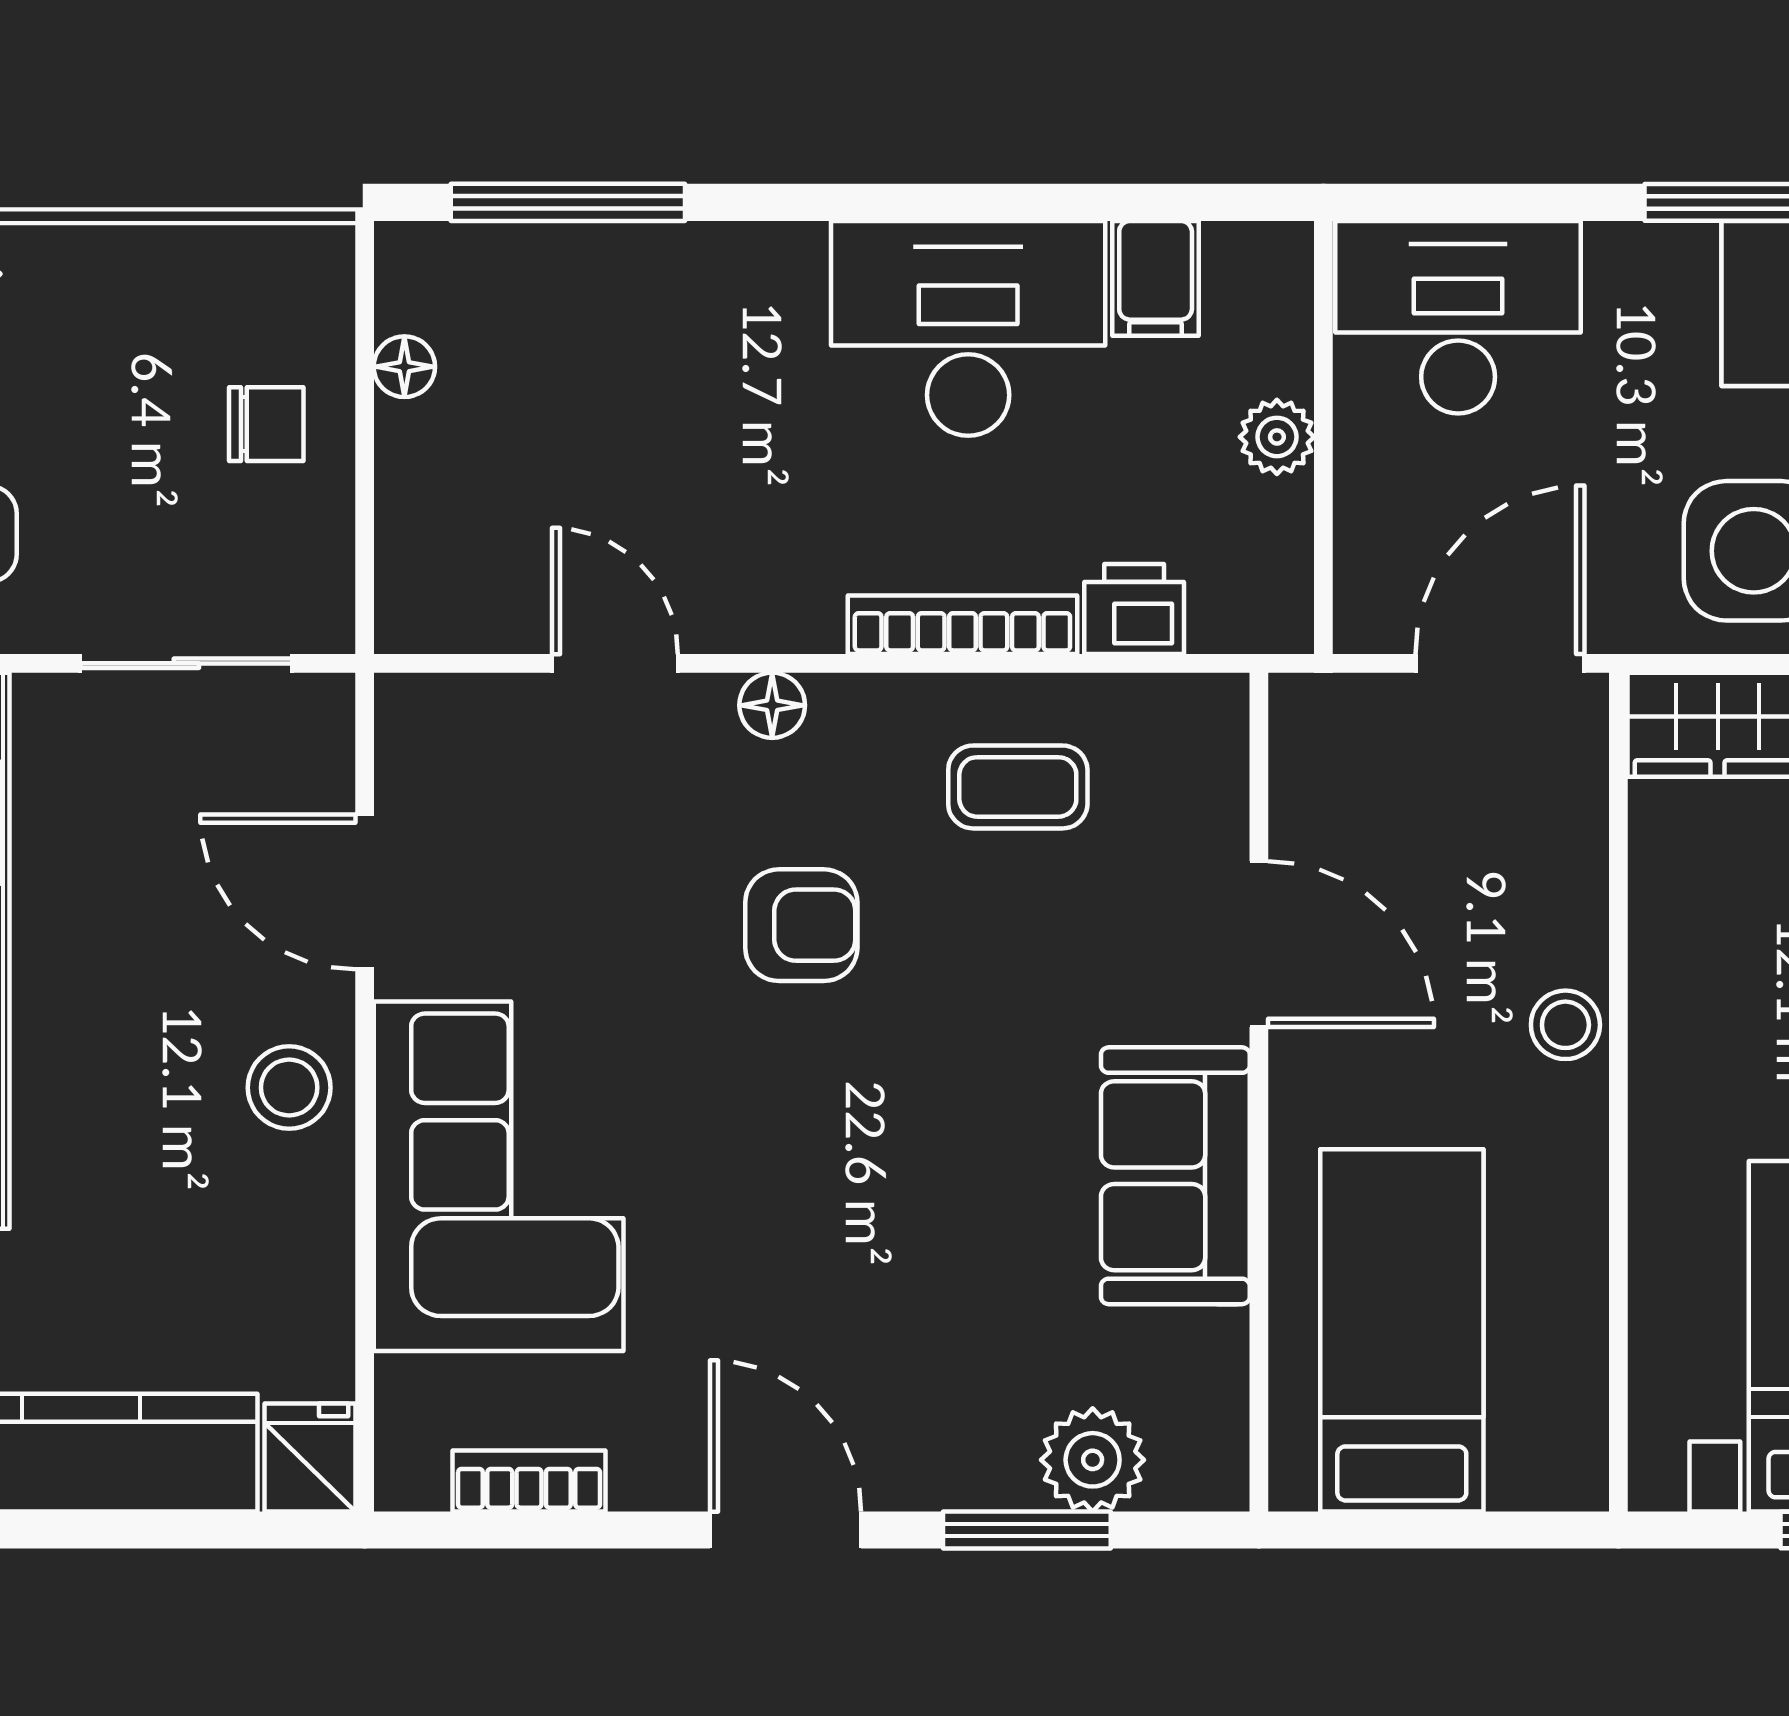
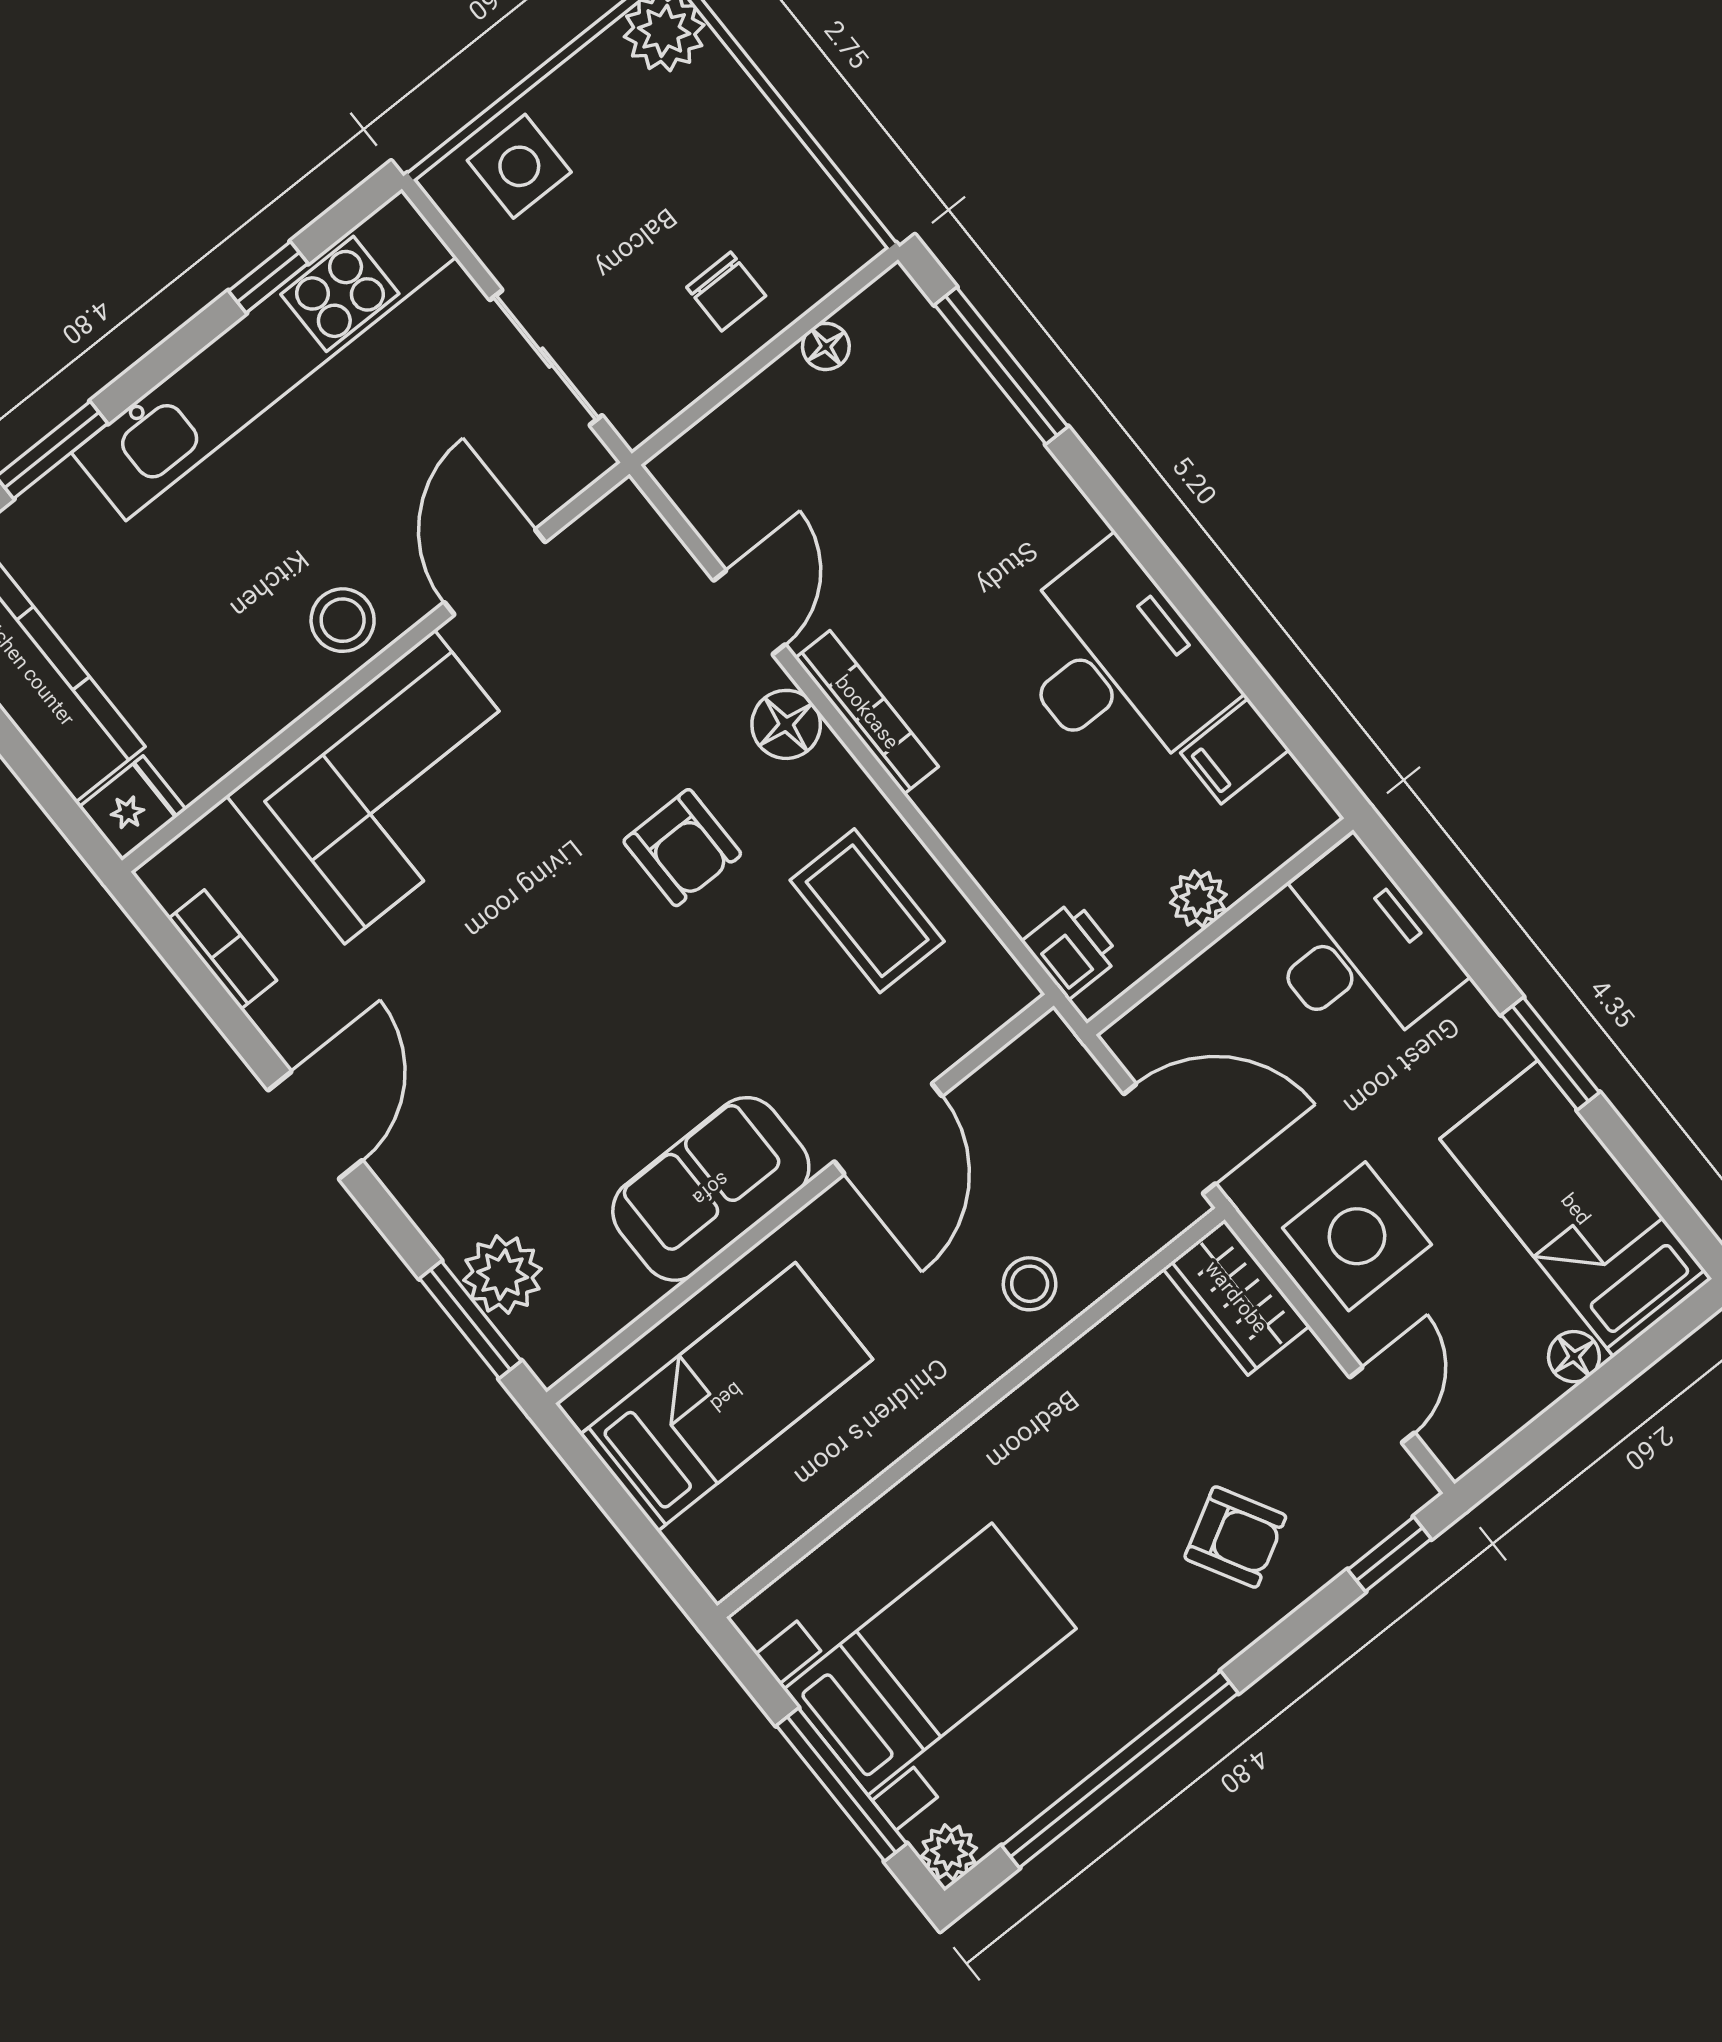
printer: (1134, 609) -> (1071, 949), moved
bookcase: (962, 625) -> (867, 712), moved
floor lamp: (772, 705) -> (786, 724), width x1.37, depth x1.37
coffee table: (1018, 787) -> (867, 911), width x1.36, depth x1.30
stool: (1565, 1025) -> (1030, 1284), moved
window: (1027, 1530) -> (470, 1320), moved

